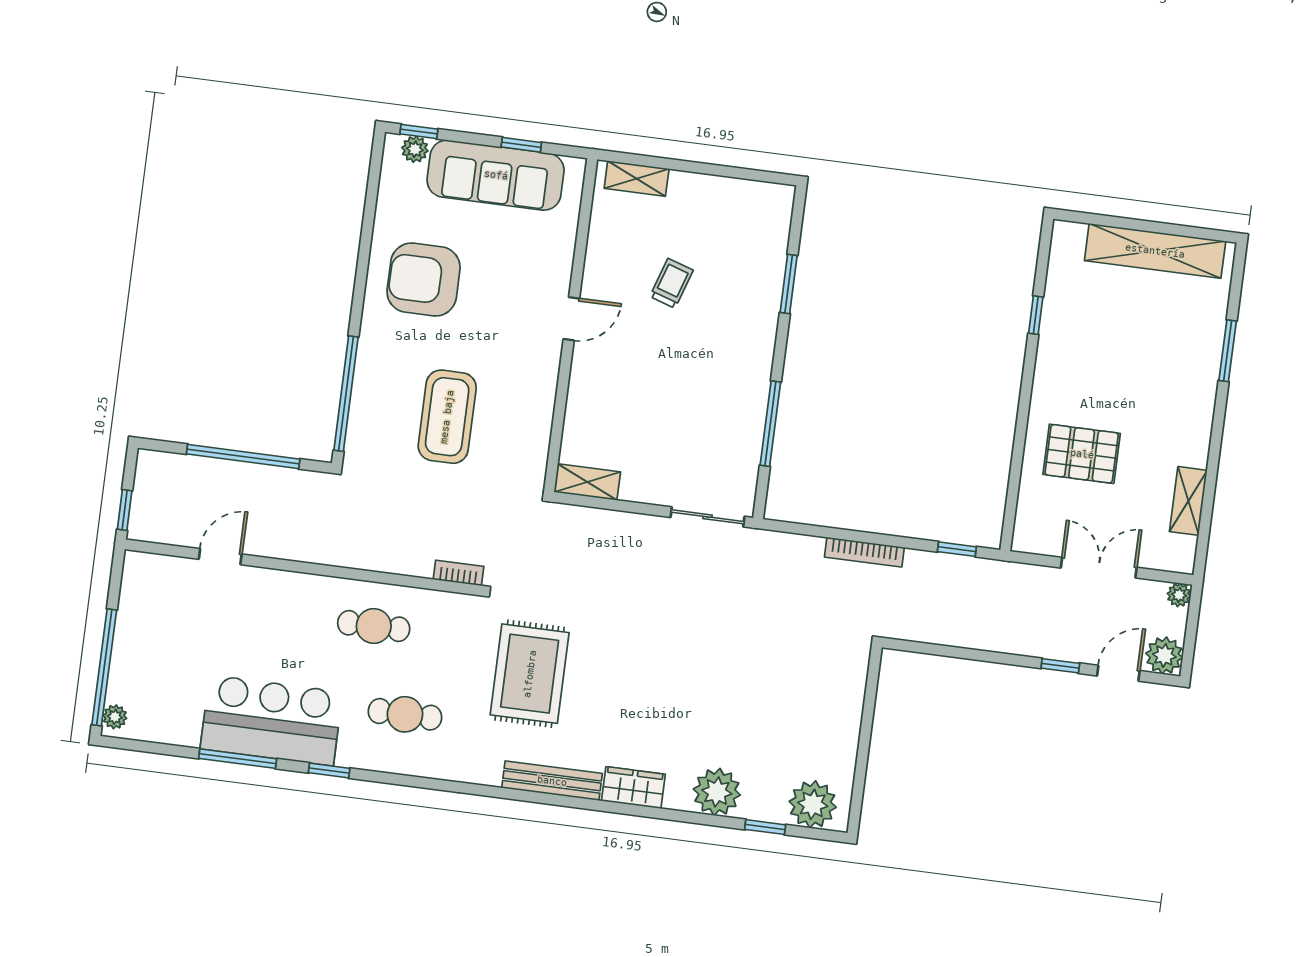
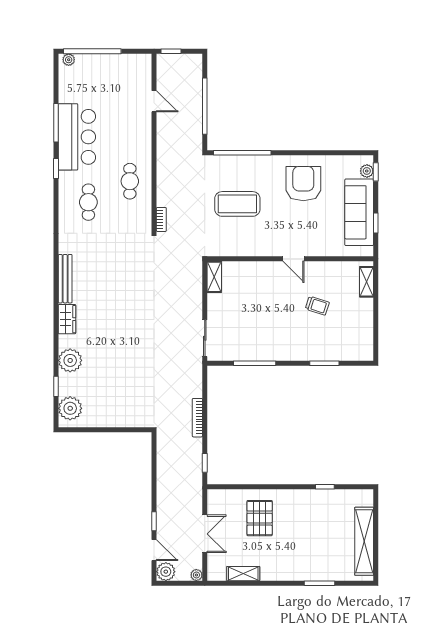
rug: (530, 674) -> (116, 261), removed

